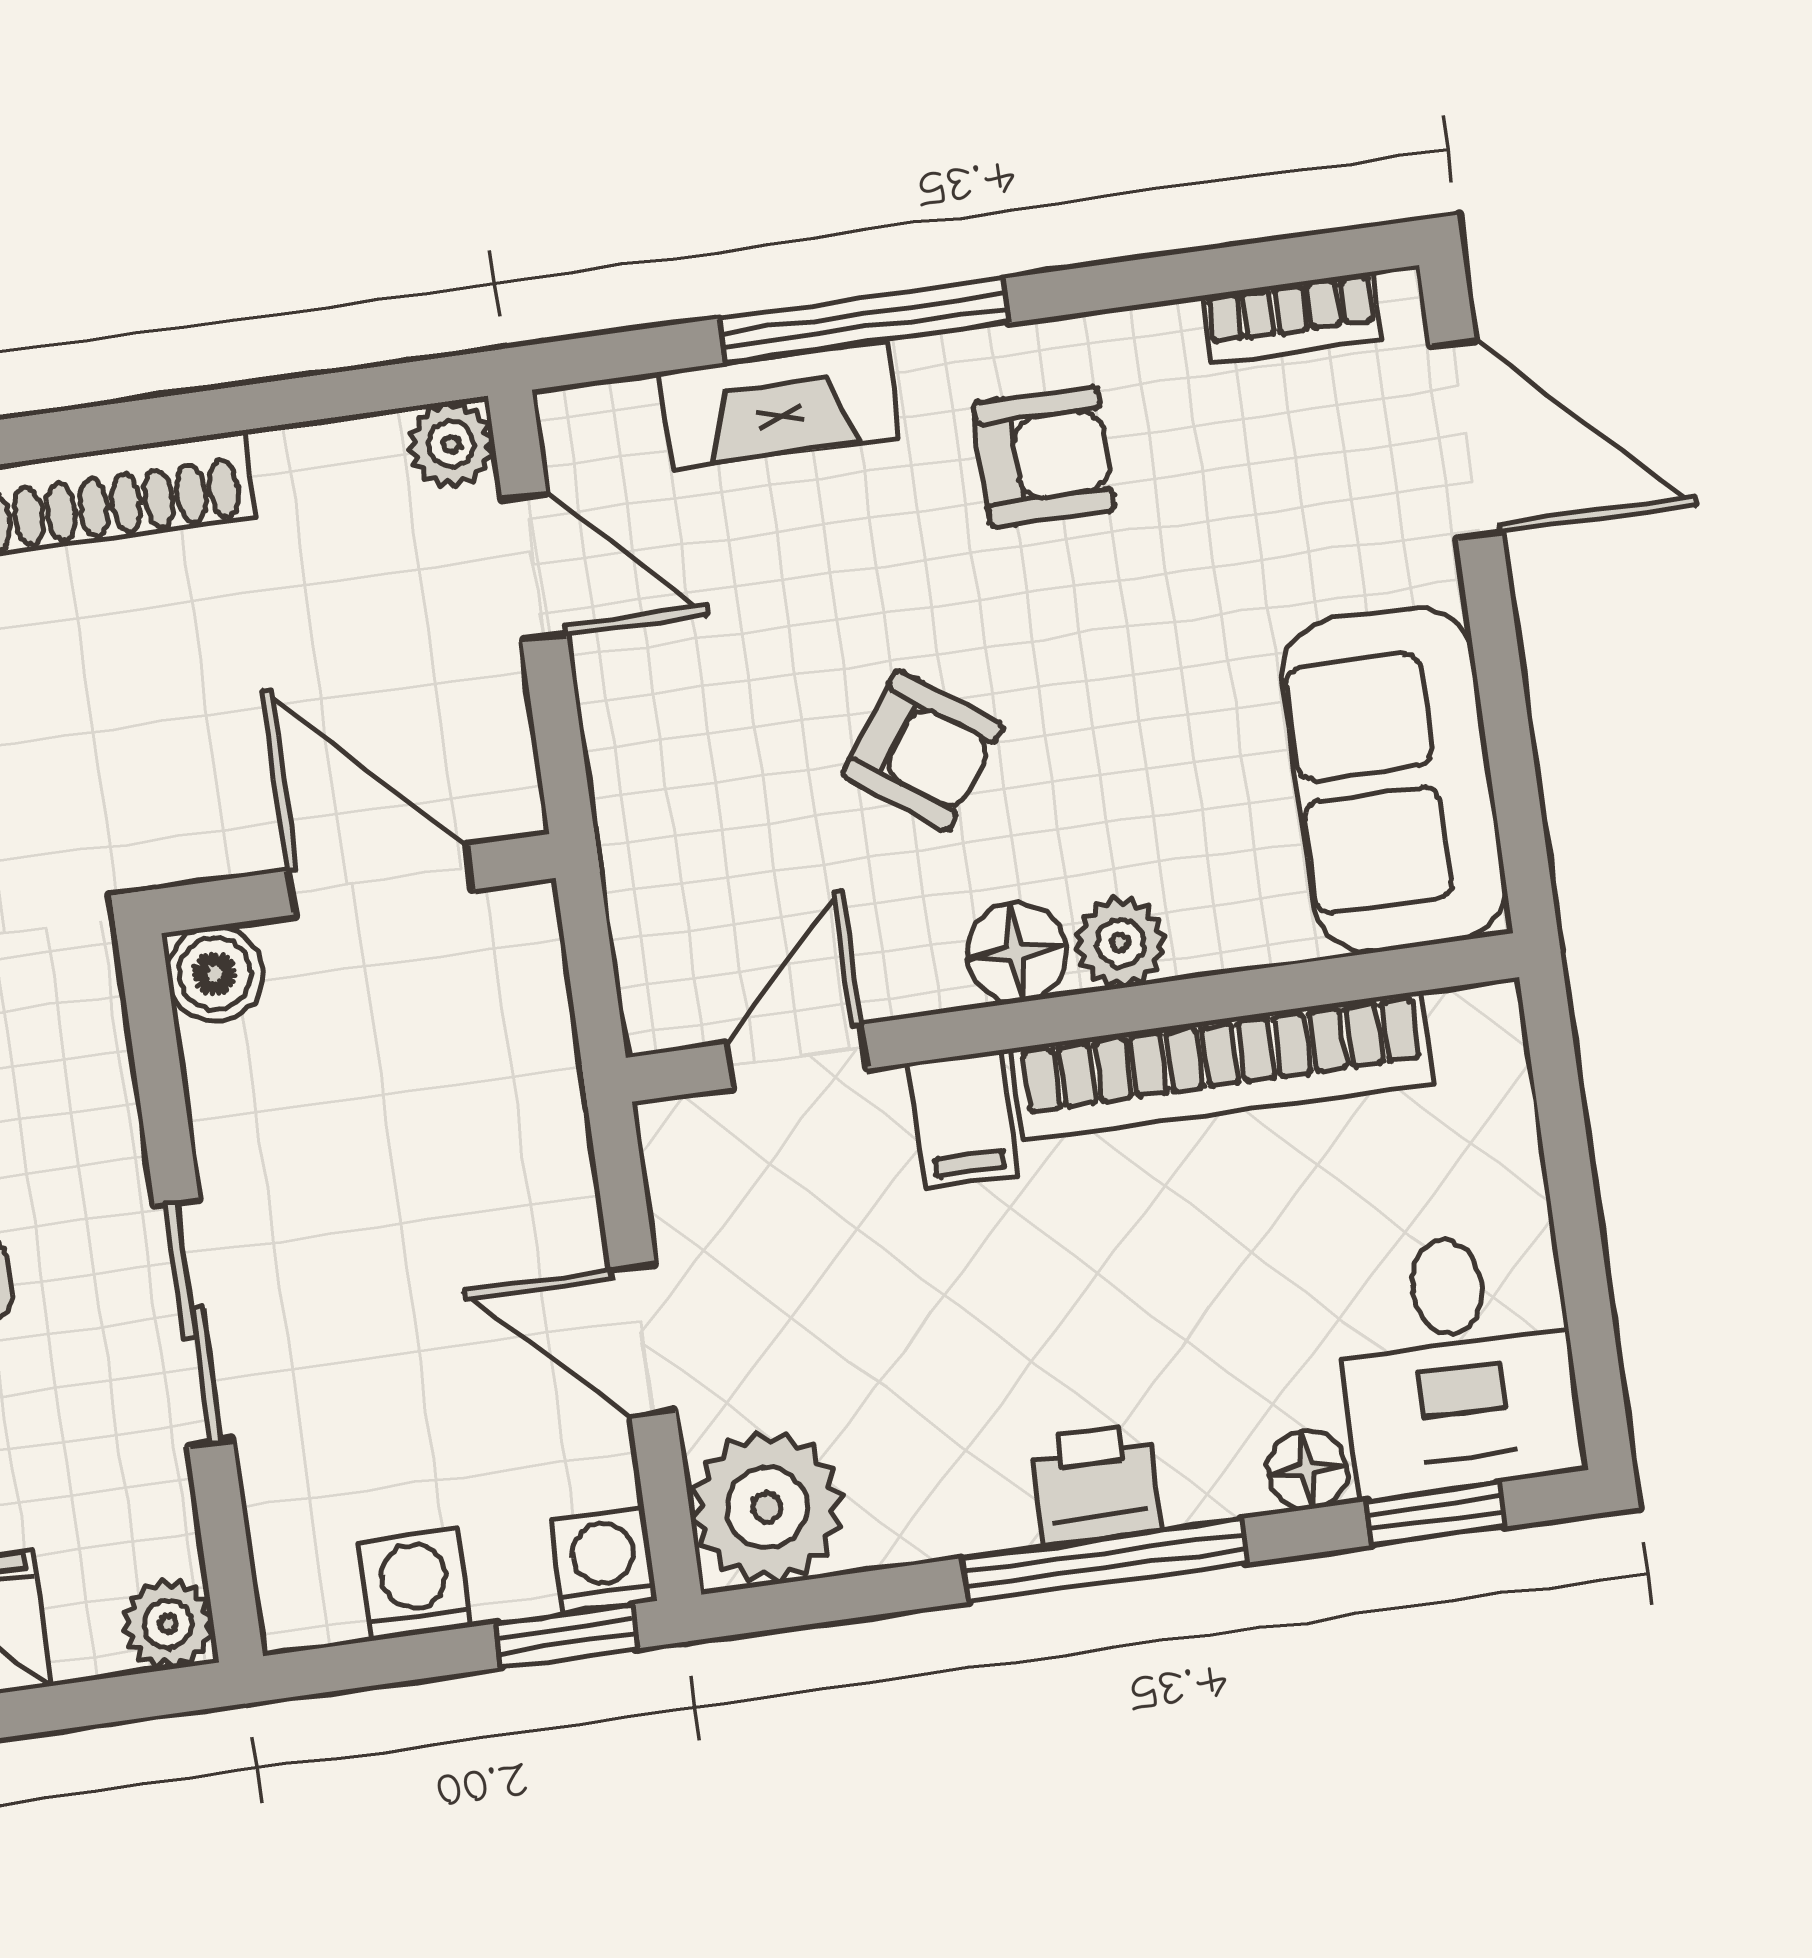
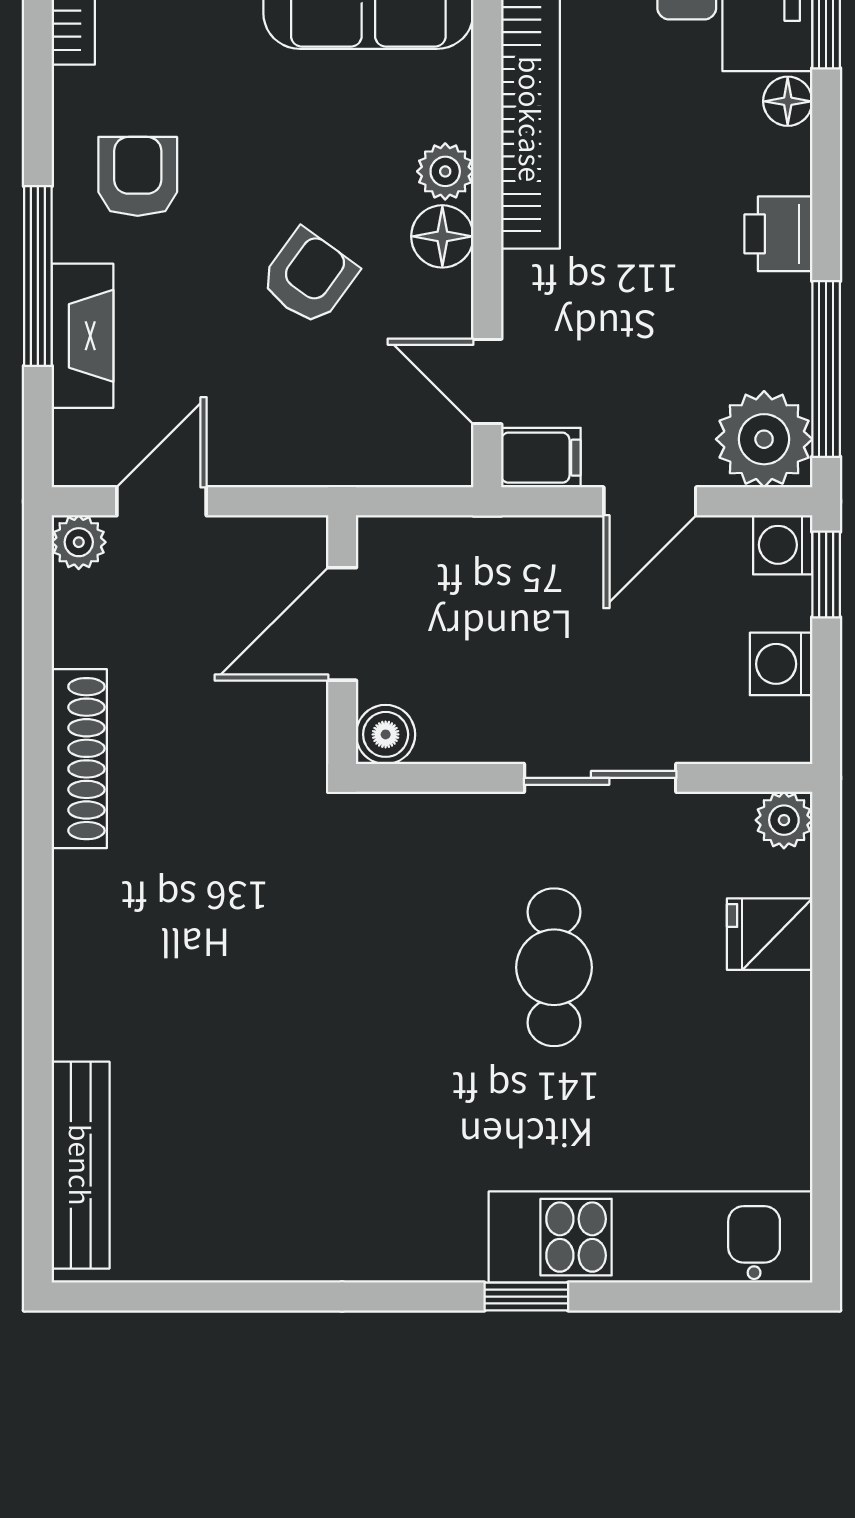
filing cabinet: (963, 1119) -> (541, 458), moved
window: (1105, 1560) -> (826, 369), moved

